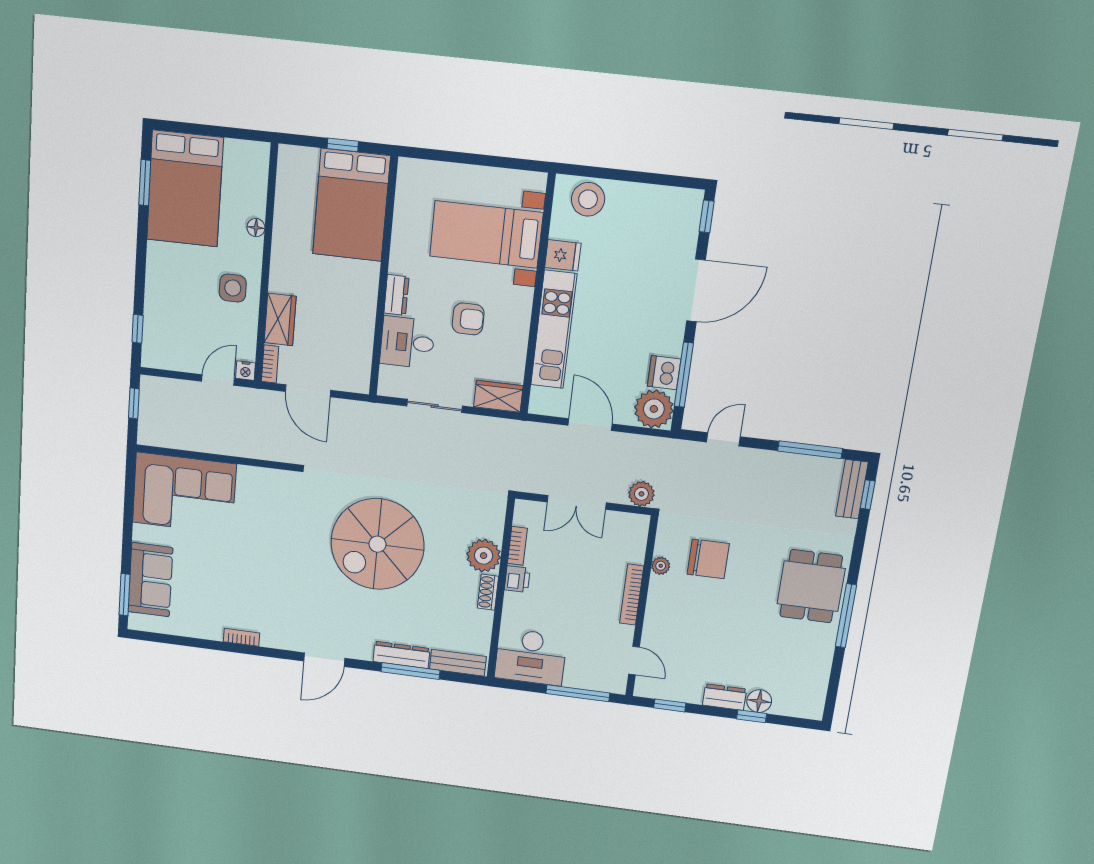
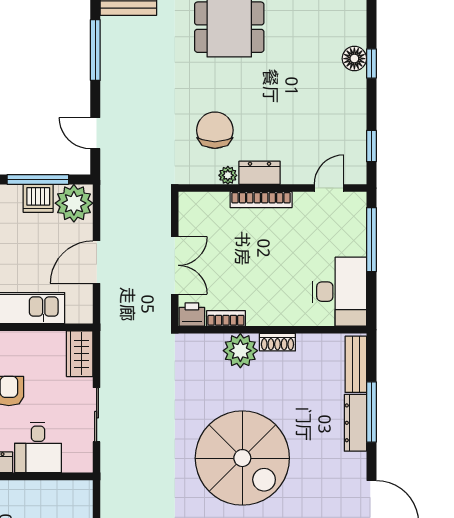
plant: (641, 494) -> (158, 204), removed
printer: (517, 579) -> (192, 314), moved
dresser: (724, 697) -> (260, 173), moved, turned 90

